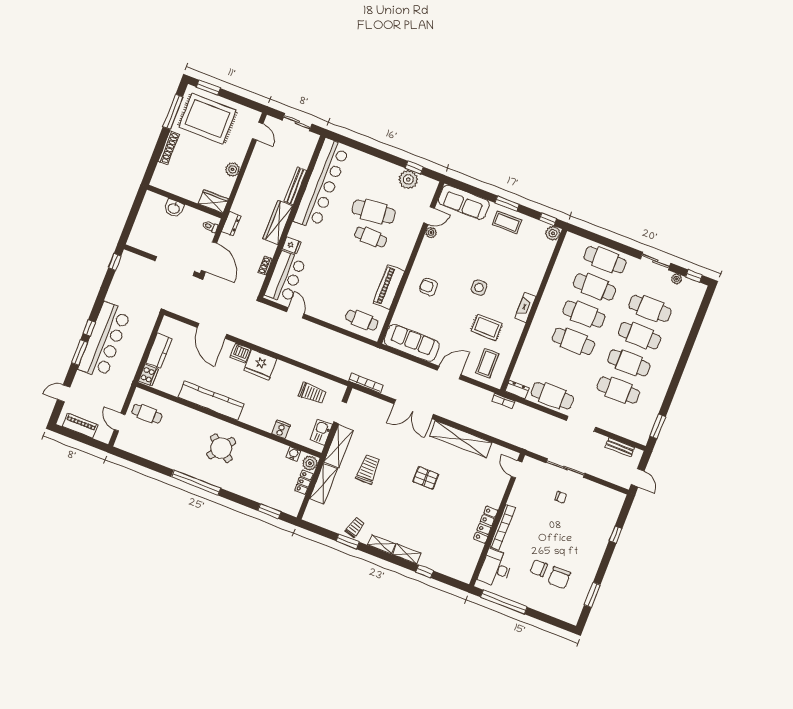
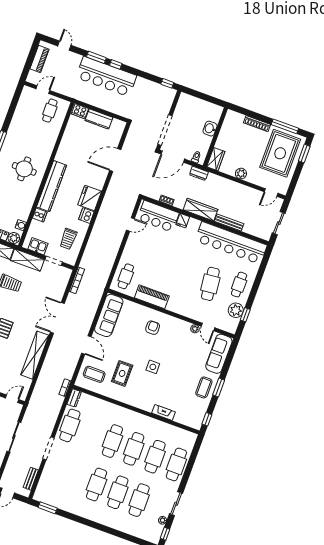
plant: (553, 233) -> (196, 423), removed
cafe table: (371, 237) -> (239, 285), moved
fireplace: (525, 307) -> (163, 412), moved
dishwasher: (240, 353) -> (86, 216), moved
cafe table: (618, 390) -> (75, 477), removed
kitchen counter: (211, 401) -> (52, 186), moved
round table: (221, 448) -> (24, 169), turned -36

